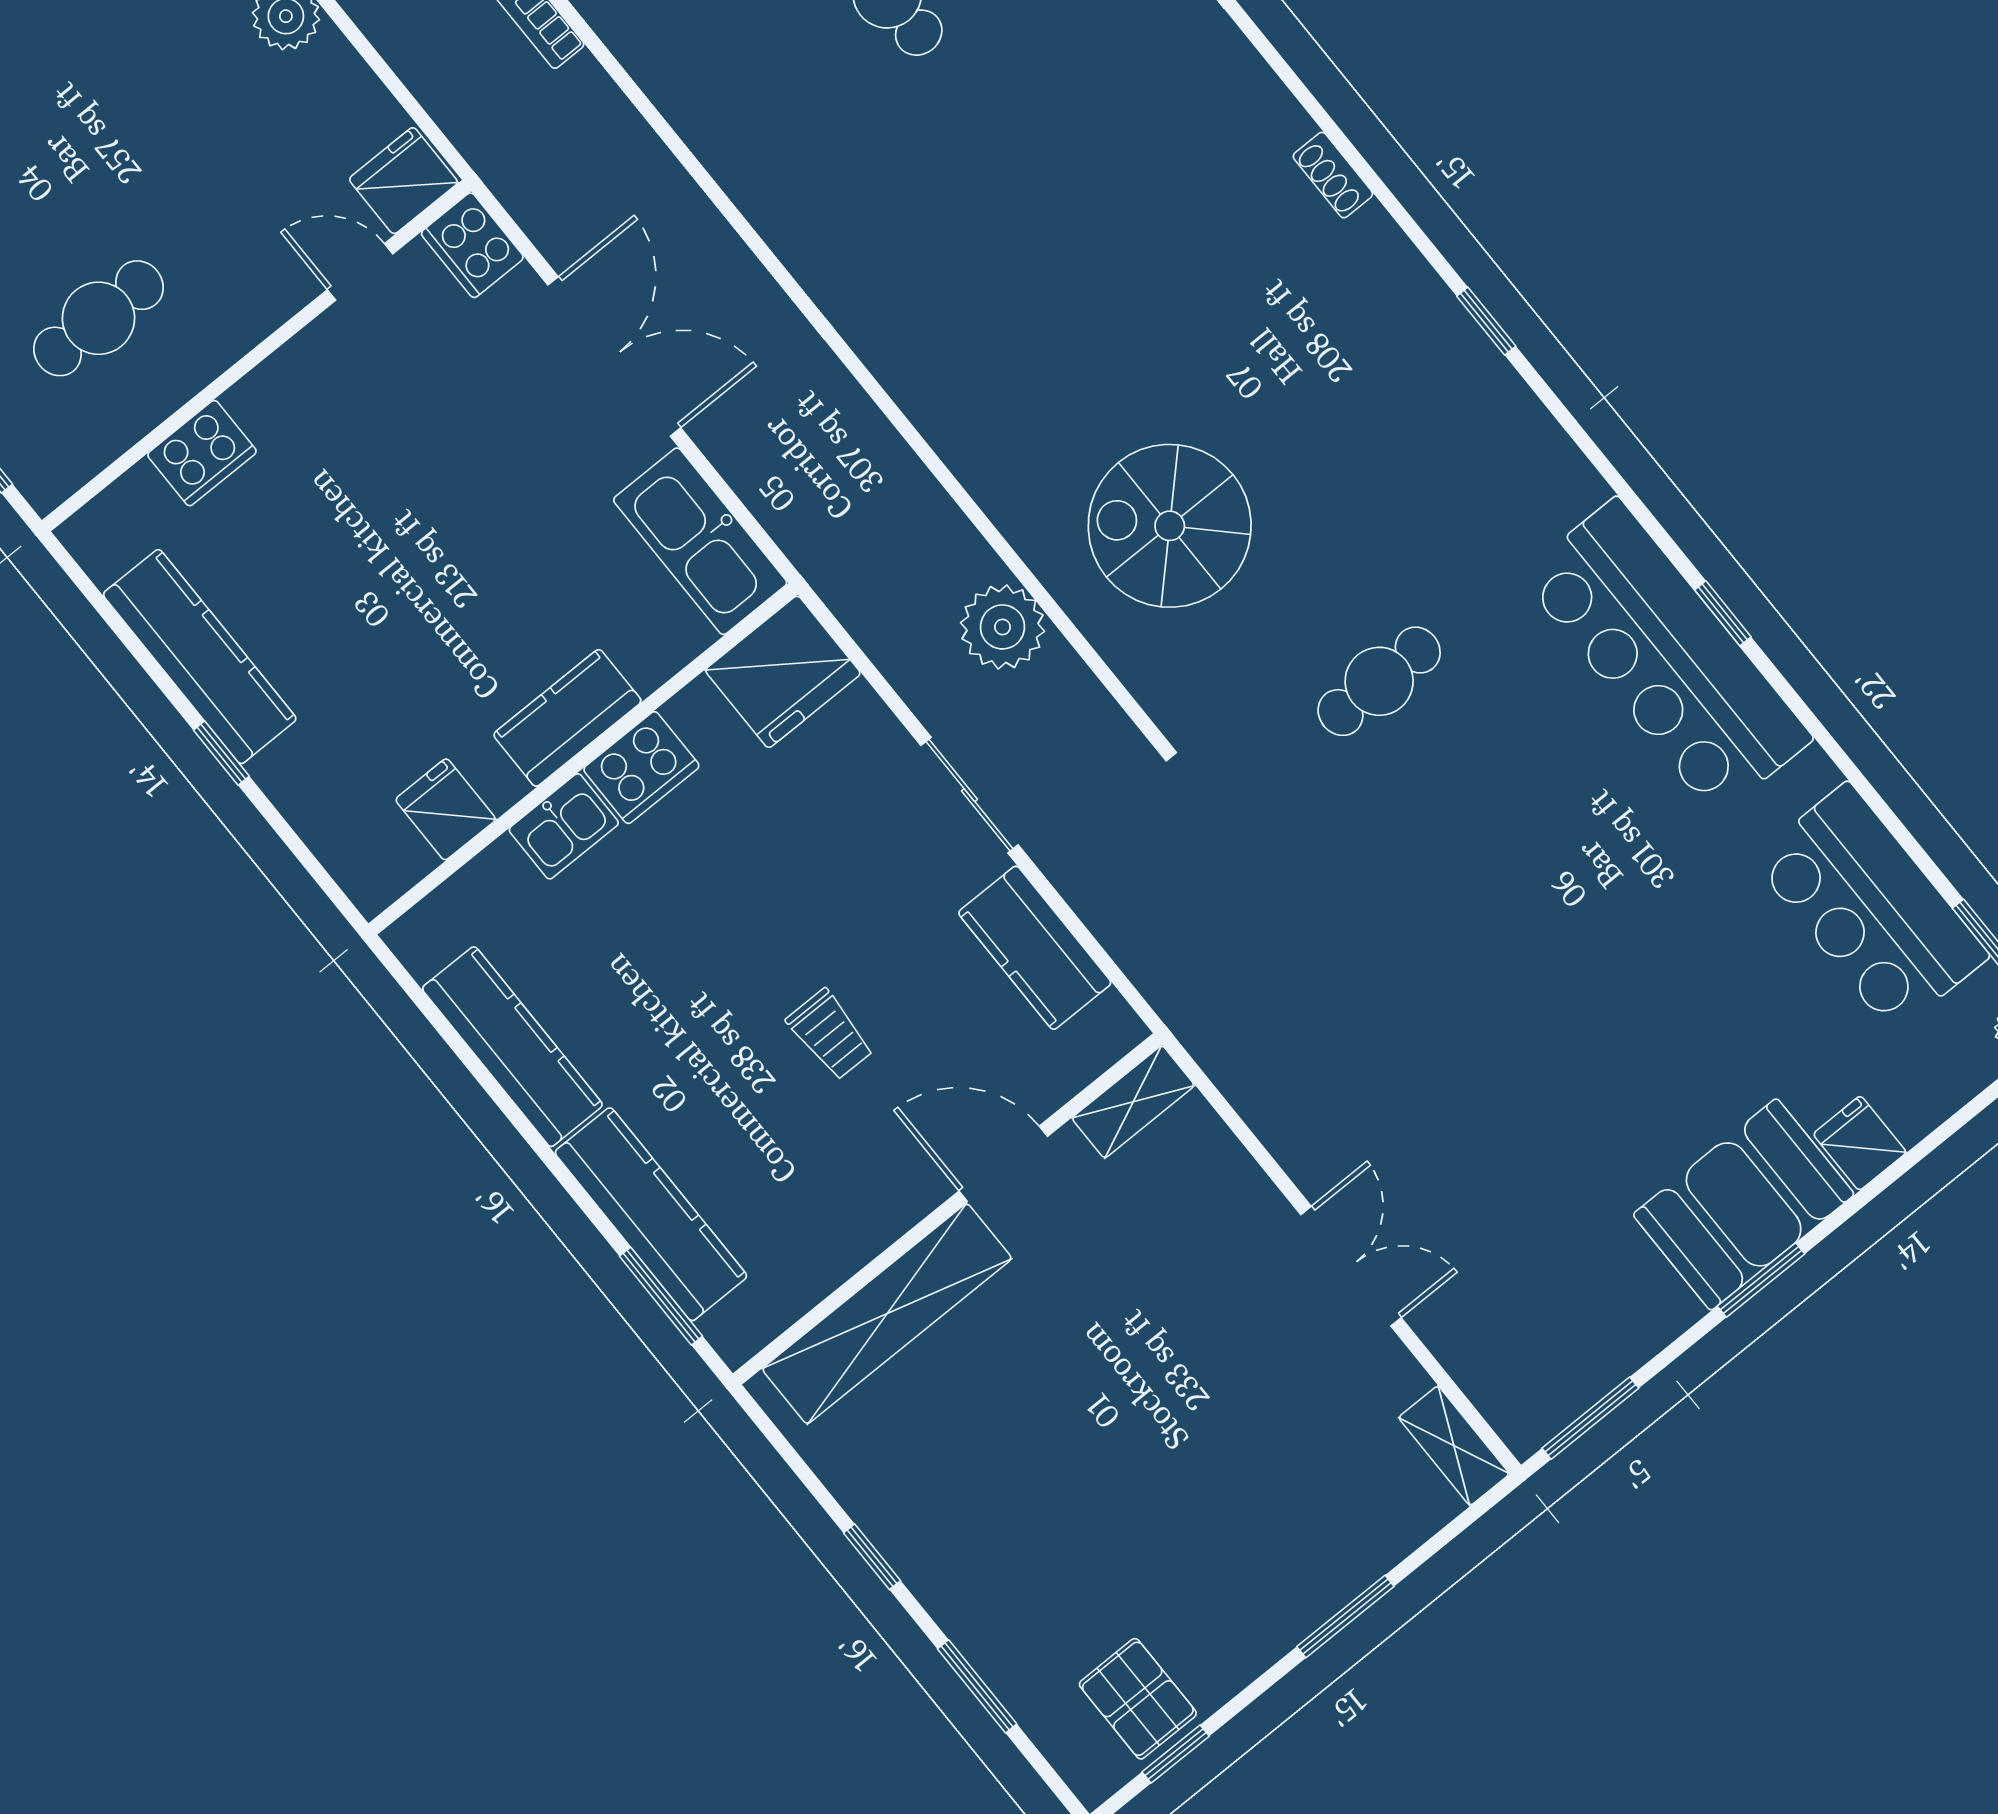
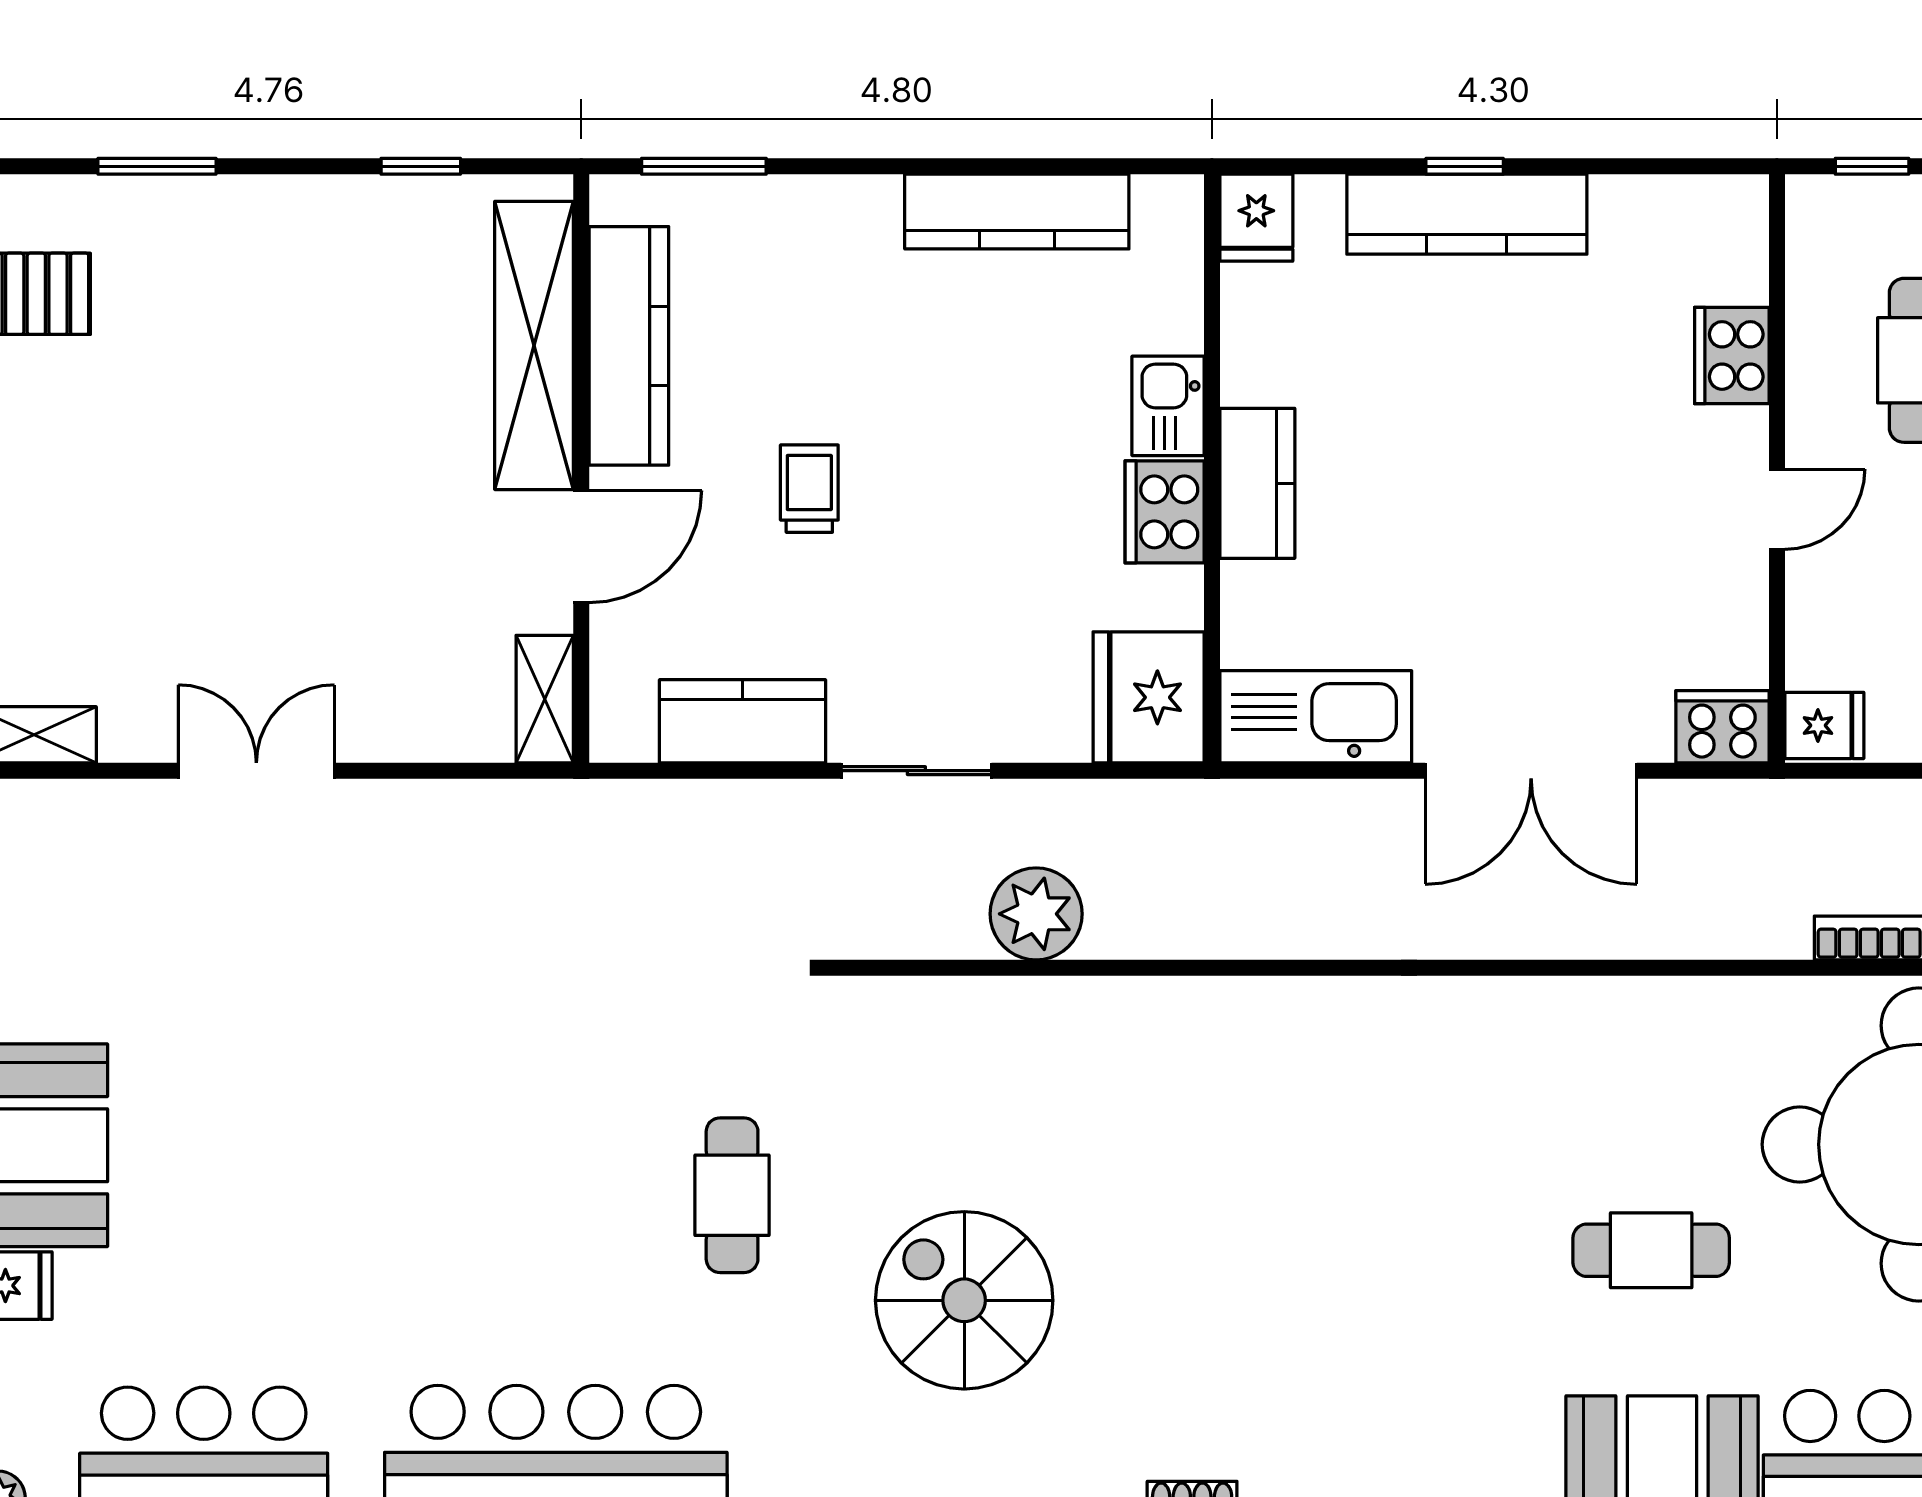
fridge: (403, 181) -> (1824, 725), width x0.72
door: (360, 272) -> (1777, 509), moved
spiral stairs: (1170, 526) -> (964, 1300), moved, turned -90
kitchen counter: (200, 657) -> (1467, 214), moved
fridge: (446, 809) -> (1256, 218), moved, turned 90
trolley: (830, 1035) -> (809, 489), turned 90
kitchen counter: (651, 1214) -> (629, 346), moved, turned -90
double door: (1351, 1266) -> (256, 771), swing flipped
window: (872, 1557) -> (421, 166), moved

